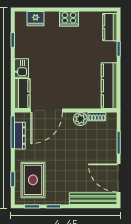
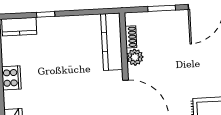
kitchen counter: (109, 86) -> (112, 42), moved, turned 90

